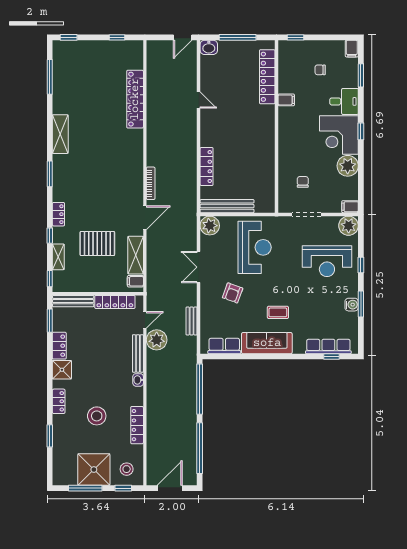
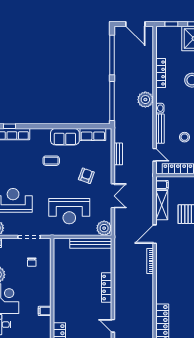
filing cabinet: (286, 100) -> (45, 311), moved
locker: (207, 167) -> (107, 288), moved
reception desk: (255, 247) -> (69, 211), turned -90
door: (145, 320) -> (155, 155), swing flipped
plant: (157, 340) -> (145, 100), moved
sofa: (267, 343) -> (65, 137), width x0.73
stool: (127, 469) -> (185, 137), moved
door: (170, 488) -> (135, 24), hinge flipped

